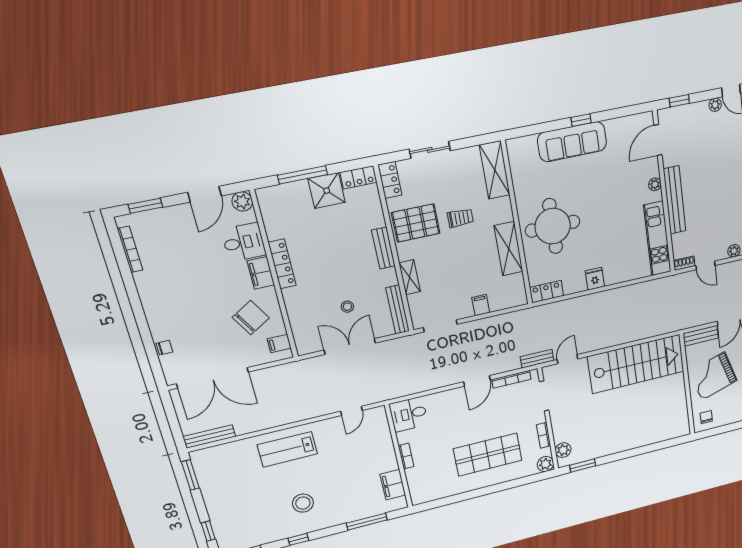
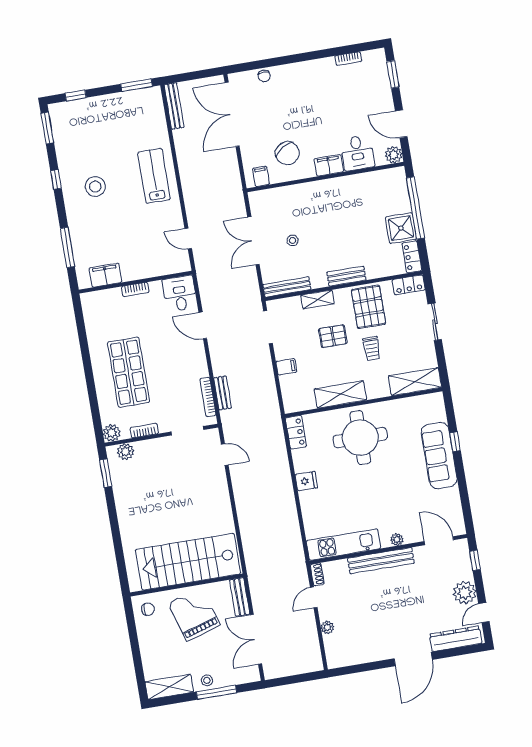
plant: (715, 105) -> (465, 593), width x1.88, depth x1.88
window: (581, 120) -> (455, 442), moved
window: (302, 175) -> (415, 208), width x1.46
bookcase: (130, 249) -> (348, 59), width x0.64
pallet: (448, 259) -> (333, 336), added
locker: (282, 264) -> (336, 185), removed
double door: (350, 347) -> (253, 241), swing flipped
bench: (537, 359) -> (223, 393), moved
stairs: (636, 364) -> (188, 562), moved, turned 90
door: (477, 381) -> (203, 325), moved

